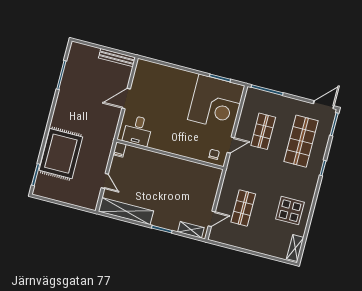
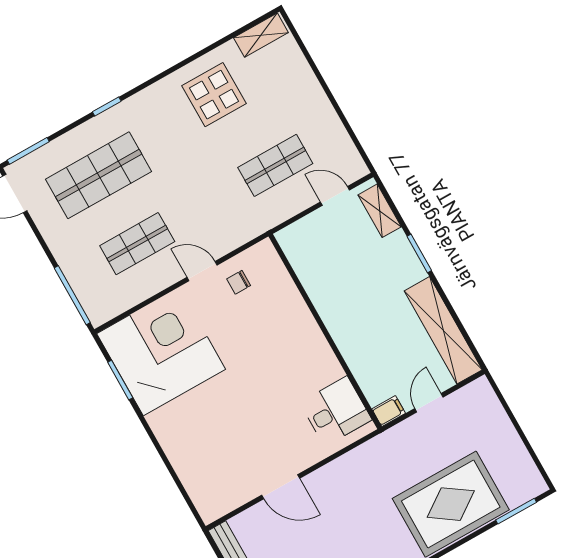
desk: (138, 131) -> (336, 411), moved
filing cabinet: (119, 150) -> (389, 411), moved
wall: (170, 154) -> (325, 332), moved

